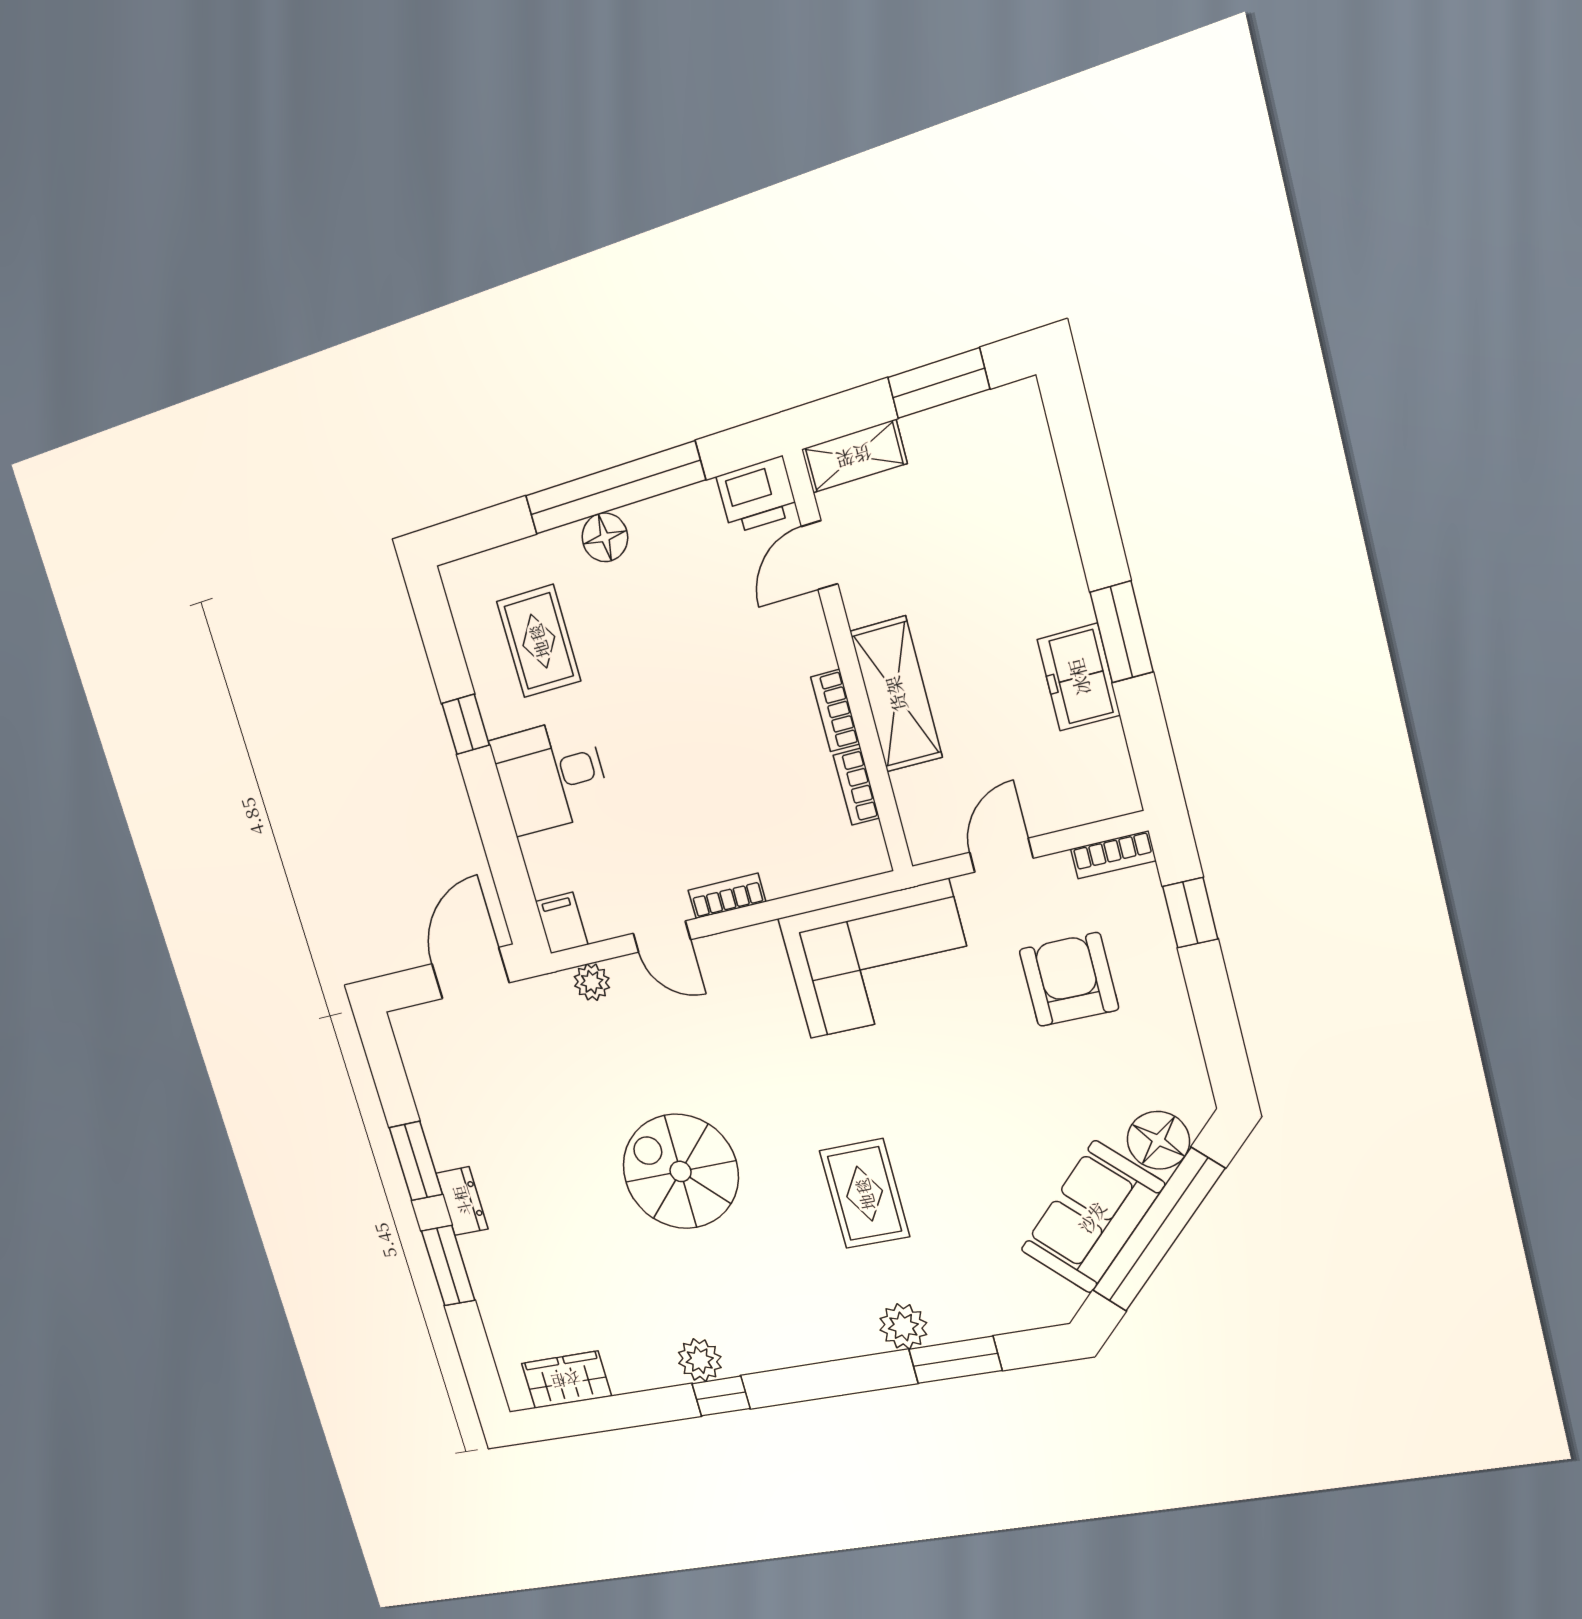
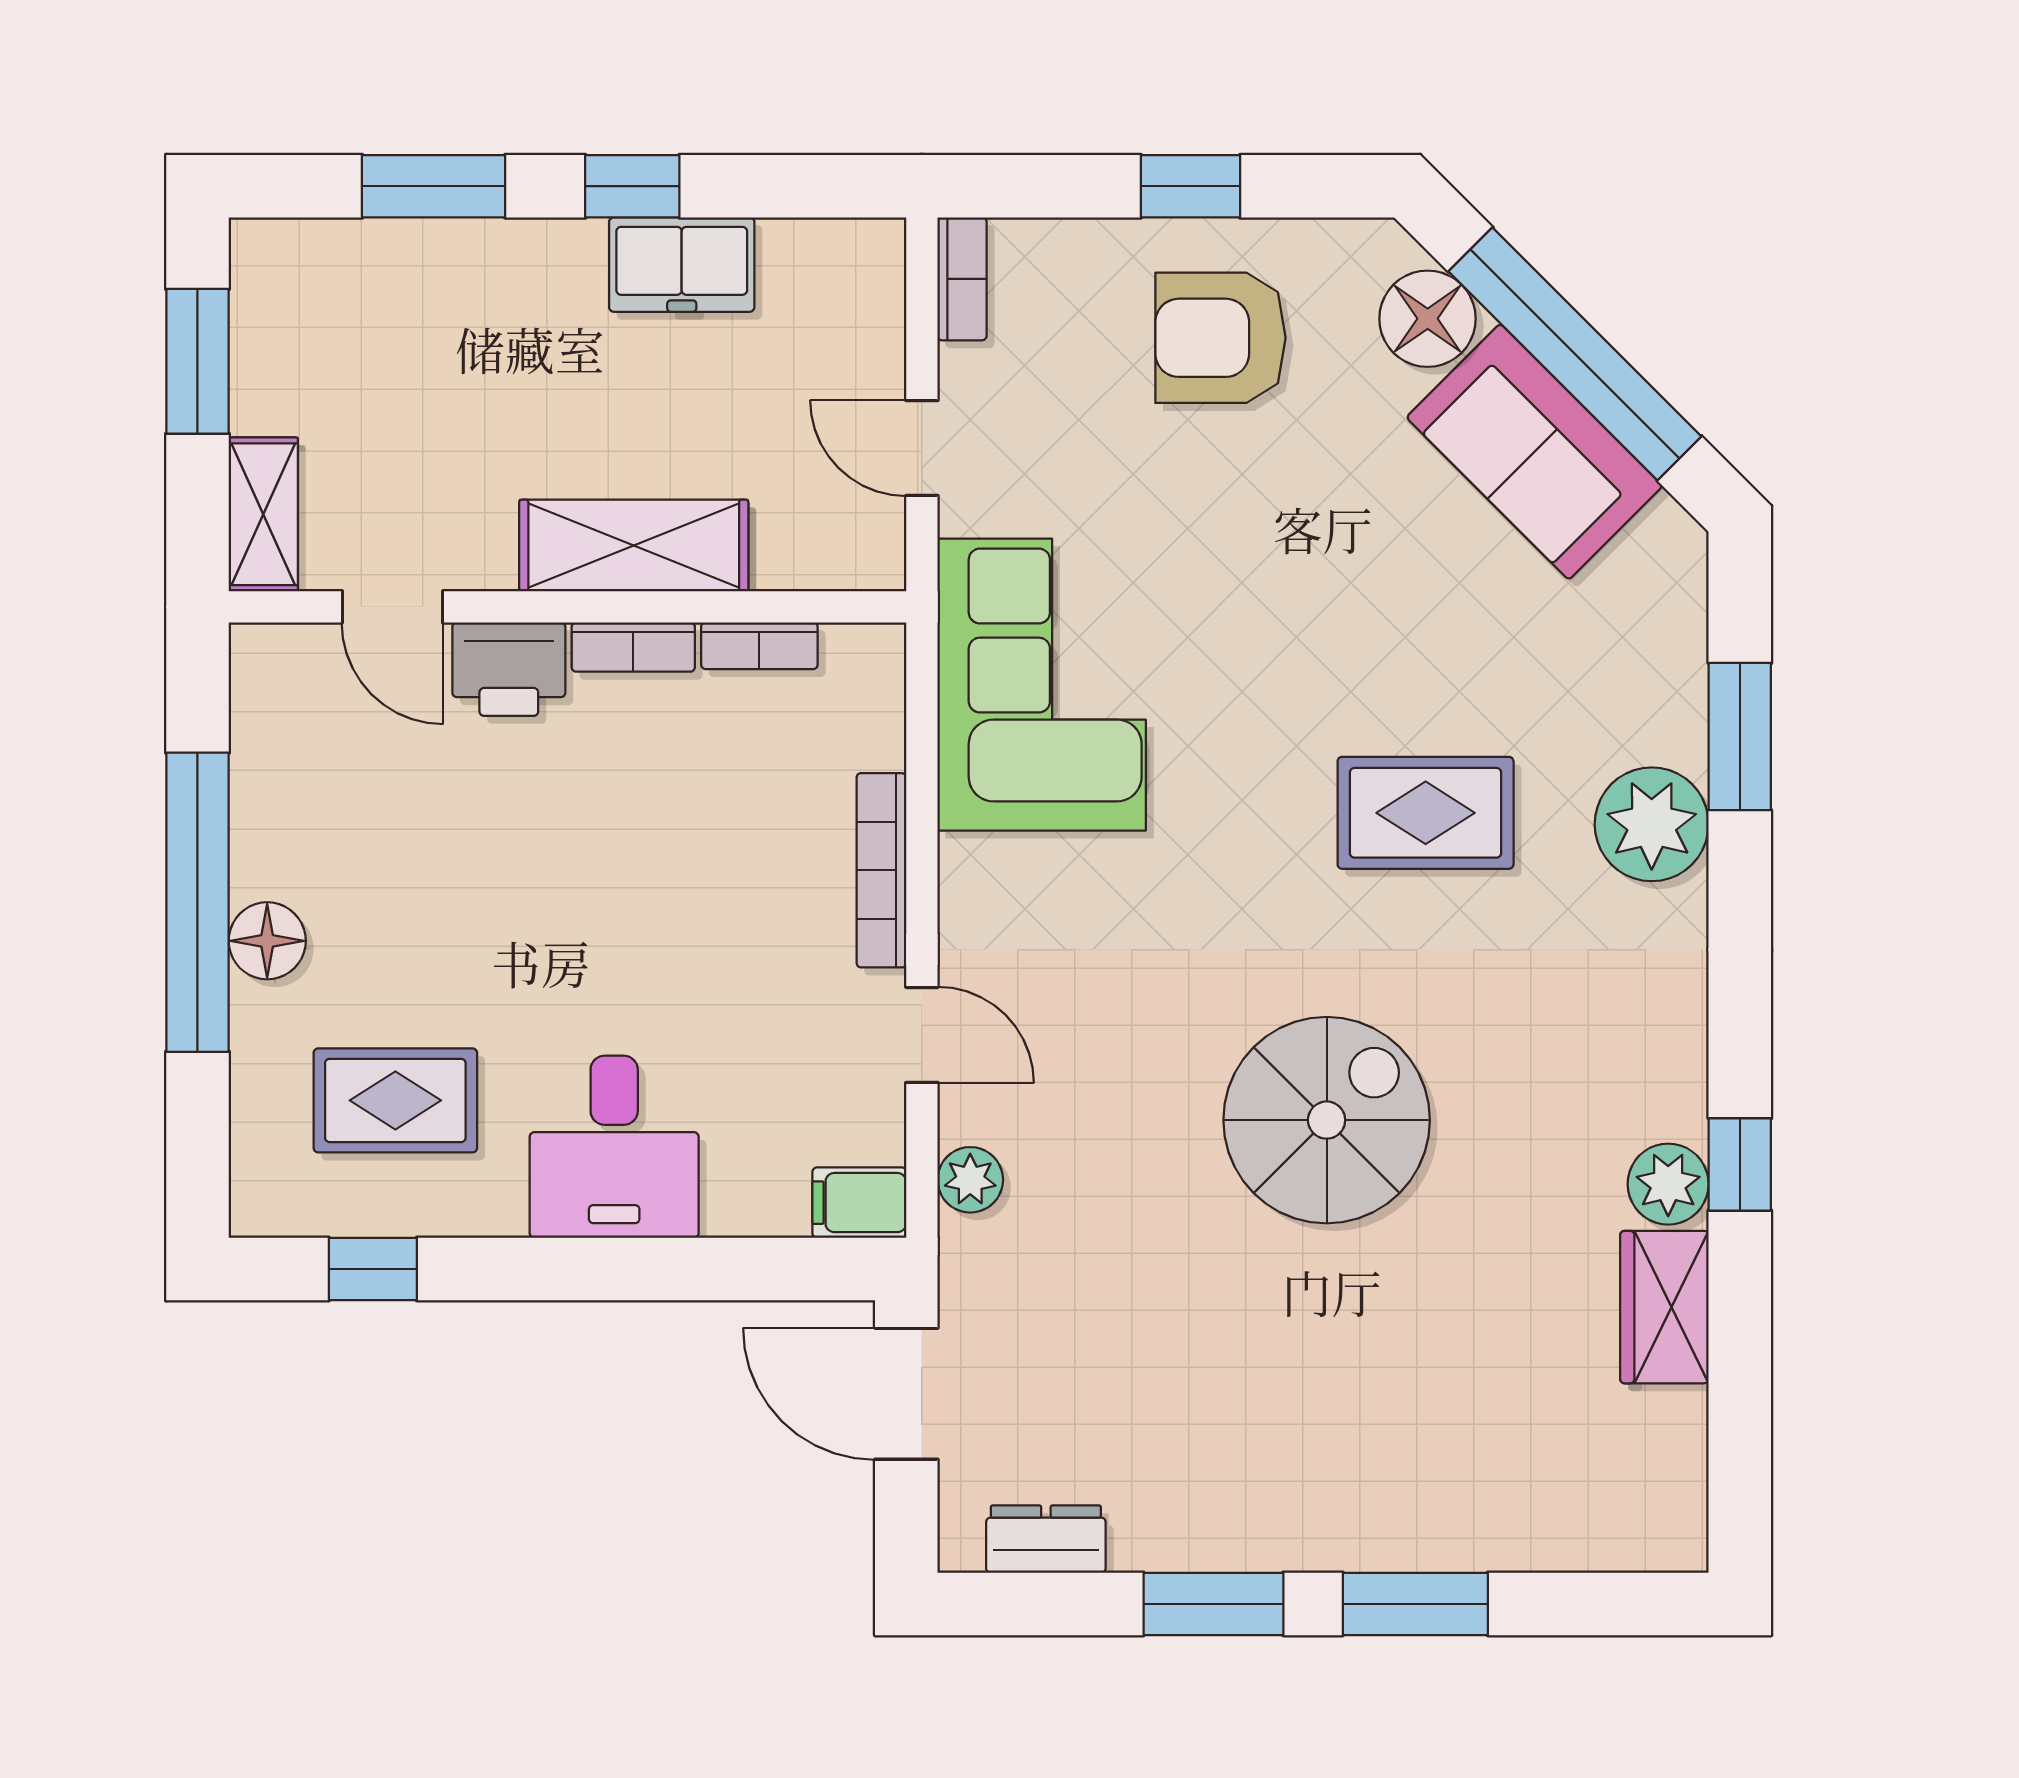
printer: (757, 495) -> (509, 669), moved, turned 90
window: (1090, 503) -> (434, 186), added
window: (1122, 632) -> (632, 186), width x0.67
window: (466, 724) -> (373, 1269), moved
bookcase: (727, 896) -> (881, 870), width x1.56
window: (1190, 913) -> (1191, 186), moved
door: (662, 936) -> (922, 1035), hinge flipped
armchair: (1069, 980) -> (1220, 338), moved
spiral stairs: (681, 1171) -> (1327, 1120), turned 180
dresser: (462, 1201) -> (1046, 1539), moved
plant: (903, 1326) -> (1652, 824), width x1.36, depth x1.36
wardrobe: (566, 1380) -> (1664, 1307), moved

